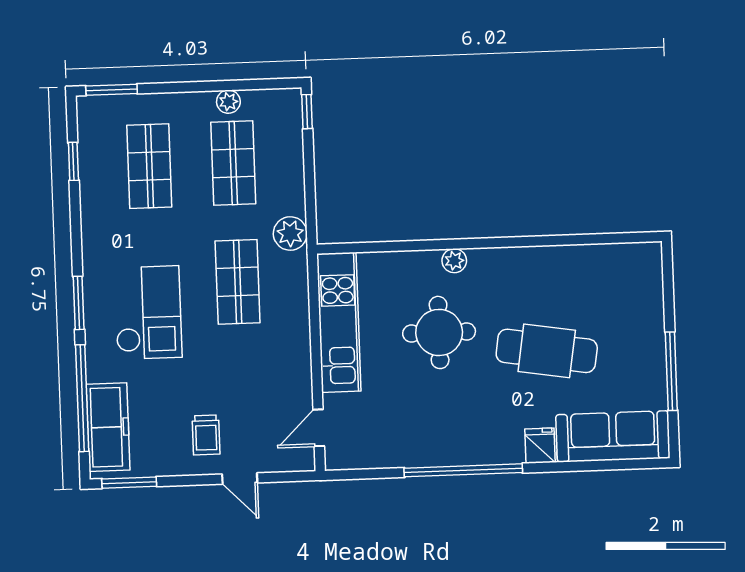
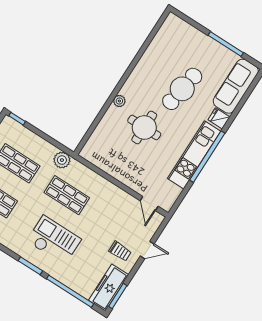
kitchen unit: (339, 322) -> (194, 155), moved, turned -90
freezer: (108, 427) -> (109, 288), moved, turned -90

